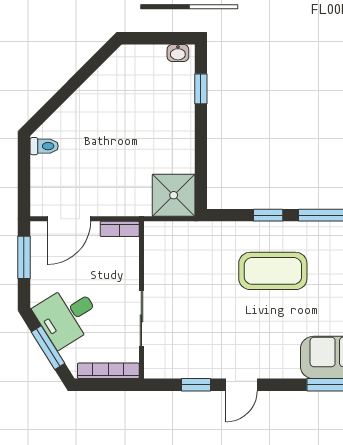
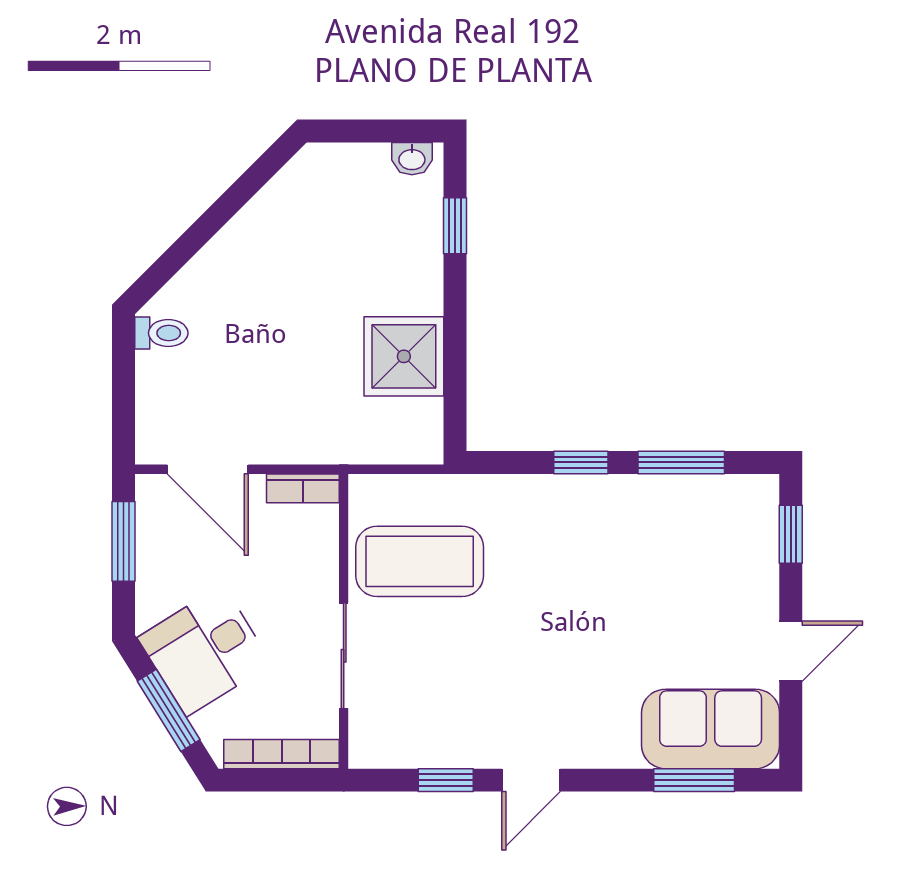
shower: (174, 195) -> (404, 356), moved
door: (69, 219) -> (208, 469), hinge flipped
coffee table: (273, 271) -> (420, 561), moved

